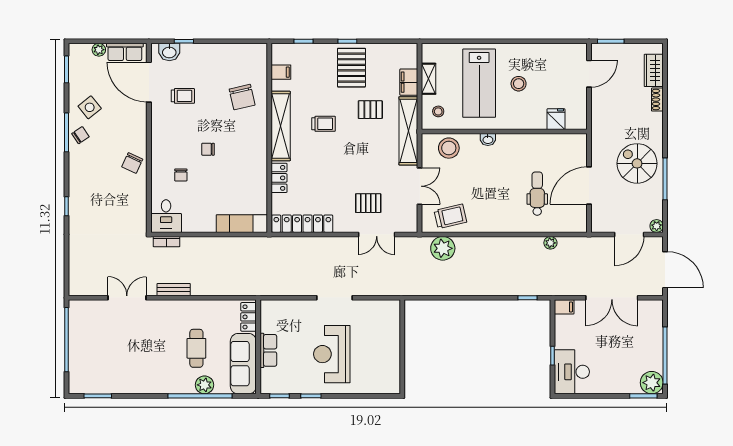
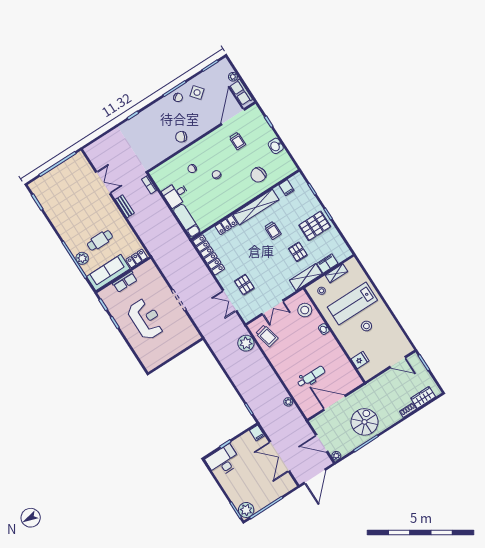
washbasin: (169, 52) -> (276, 146), moved
shelving: (408, 131) -> (306, 277), width x0.68
desk: (166, 216) -> (176, 194), moved
reception desk: (332, 354) -> (146, 319), turned 90

